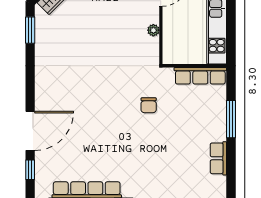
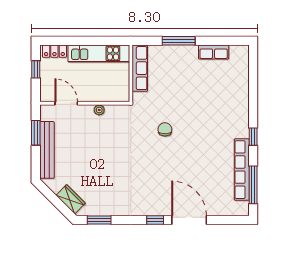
chair: (149, 105) -> (165, 129), moved, turned -90
window: (30, 170) -> (155, 220), moved

